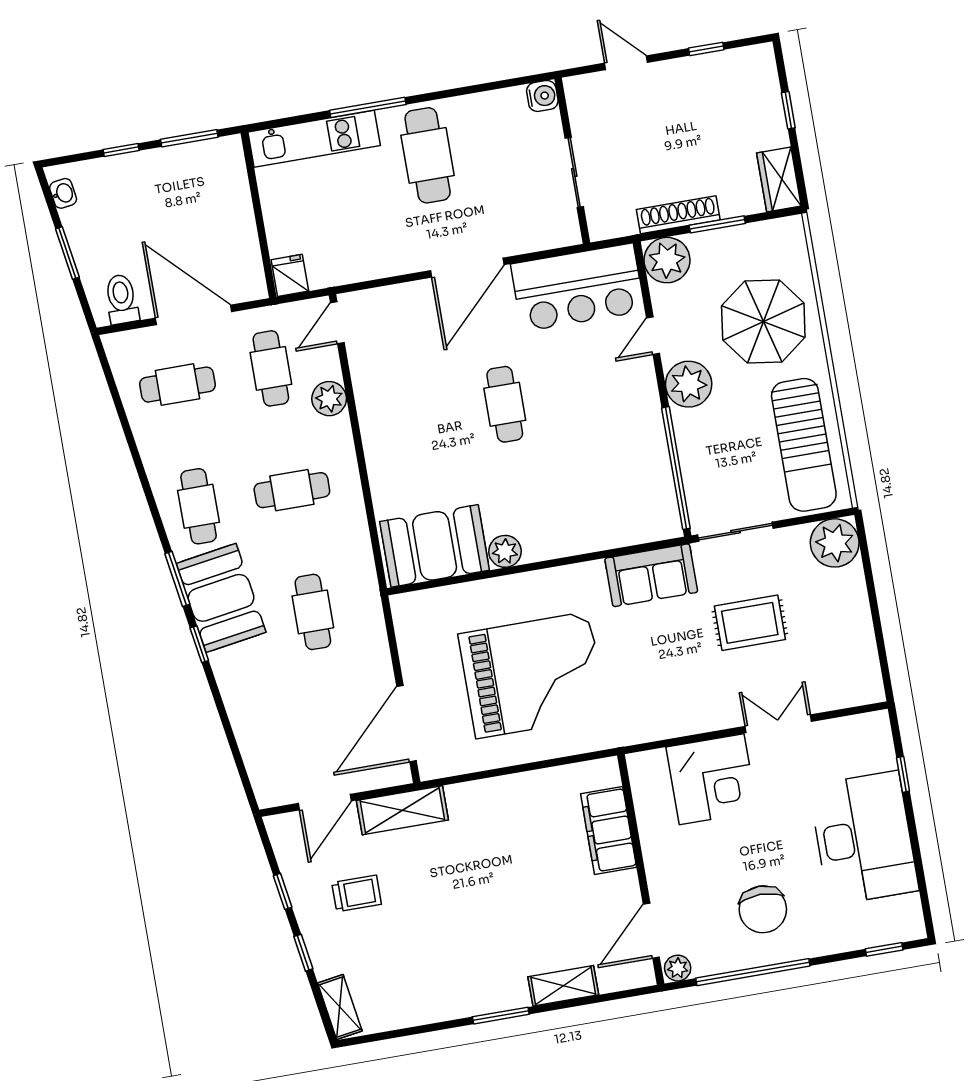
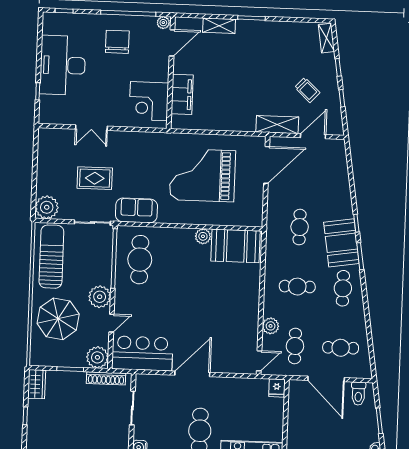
shoe rack: (678, 215) -> (106, 378), moved
cafe table: (505, 404) -> (140, 260), moved, width x1.37, depth x1.35
corner desk: (712, 779) -> (149, 101), moved, turned -90
trolley: (357, 893) -> (307, 90), turned -137

